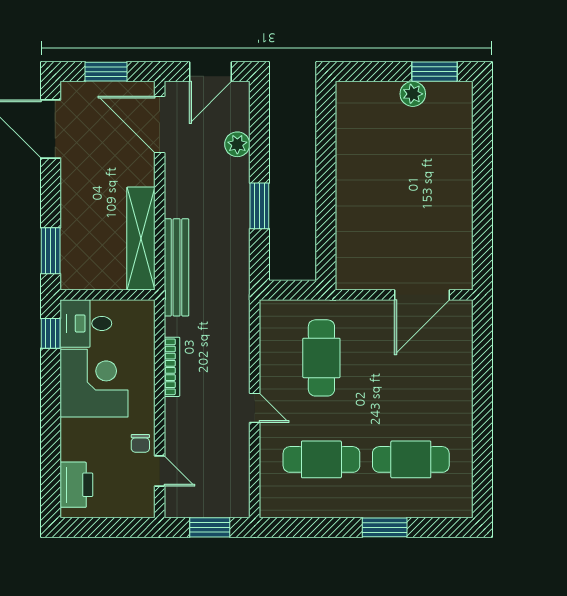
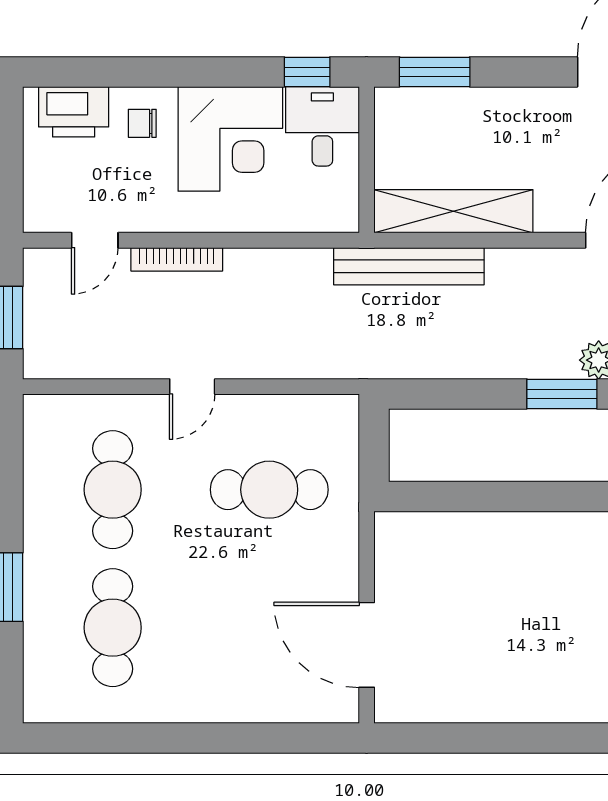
window: (259, 206) -> (562, 394), moved
bookcase: (172, 367) -> (177, 259), moved
chair: (140, 443) -> (142, 123), moved

